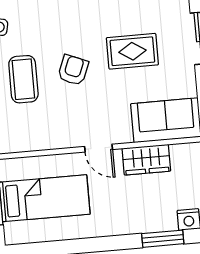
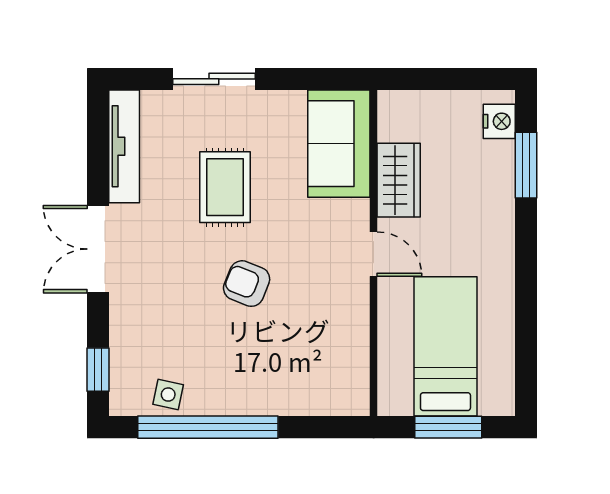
coffee table: (23, 79) -> (254, 364), removed
door: (99, 148) -> (374, 254), hinge flipped

